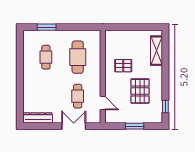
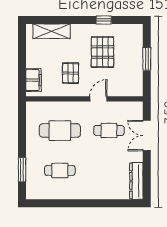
filing cabinet: (118, 36) -> (33, 80), added
pallet: (140, 91) -> (102, 52), turned 90
door: (103, 103) -> (98, 99), moved
window: (165, 106) -> (104, 20), moved

